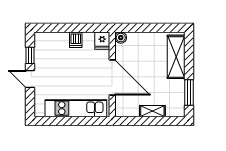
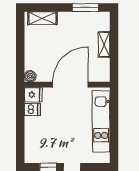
dishwasher: (76, 40) -> (32, 109), moved
shelving: (176, 57) -> (42, 18), width x0.67, depth x0.75

